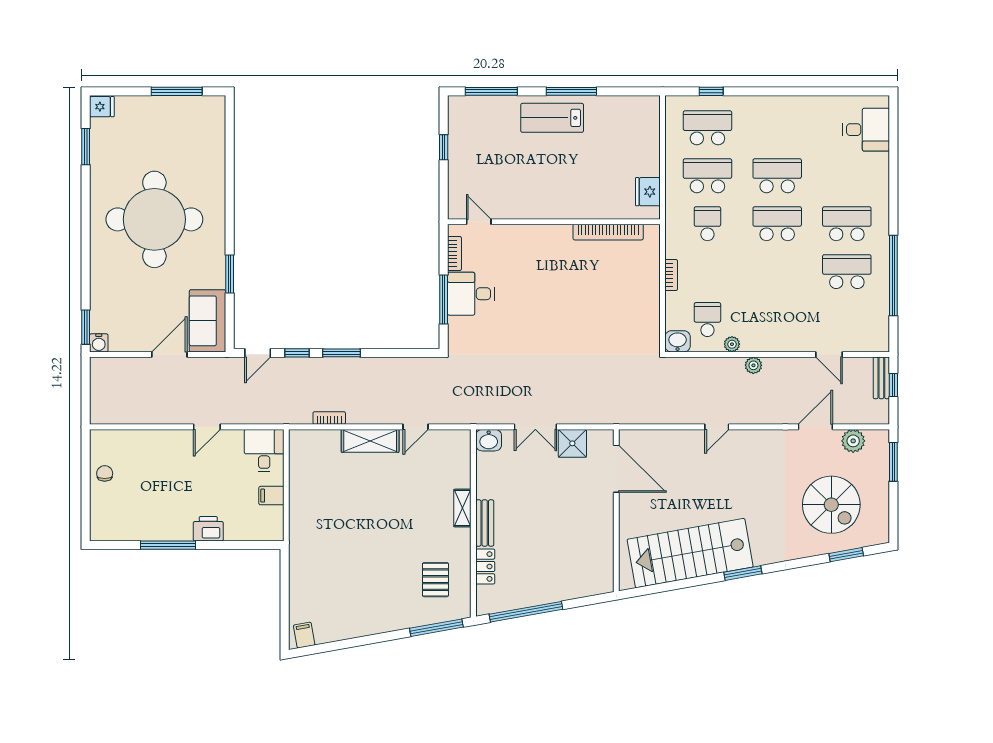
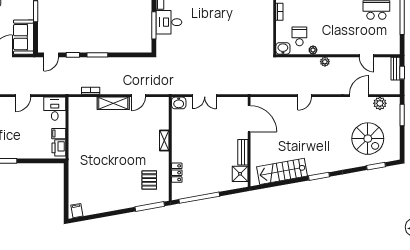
shower: (572, 443) -> (240, 174), moved
bench: (485, 523) -> (243, 152), moved
printer: (208, 529) -> (59, 148), moved, turned -90
stairs: (690, 553) -> (282, 171), width x0.73, depth x0.66

